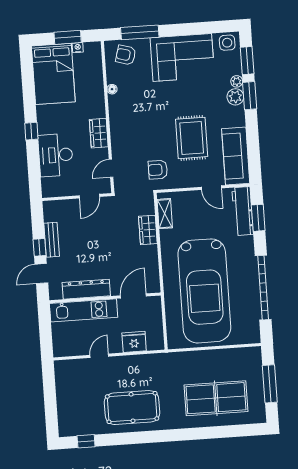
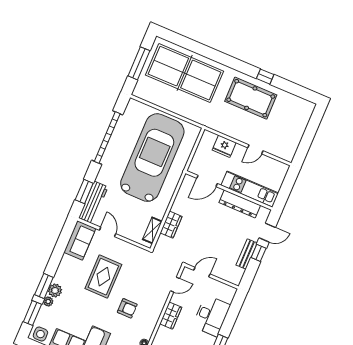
sofa: (236, 156) -> (80, 240), width x0.73
armchair: (158, 170) -> (127, 308), moved
table tennis table: (216, 398) -> (185, 73), width x1.36, depth x1.32
window: (86, 441) -> (265, 77), moved

